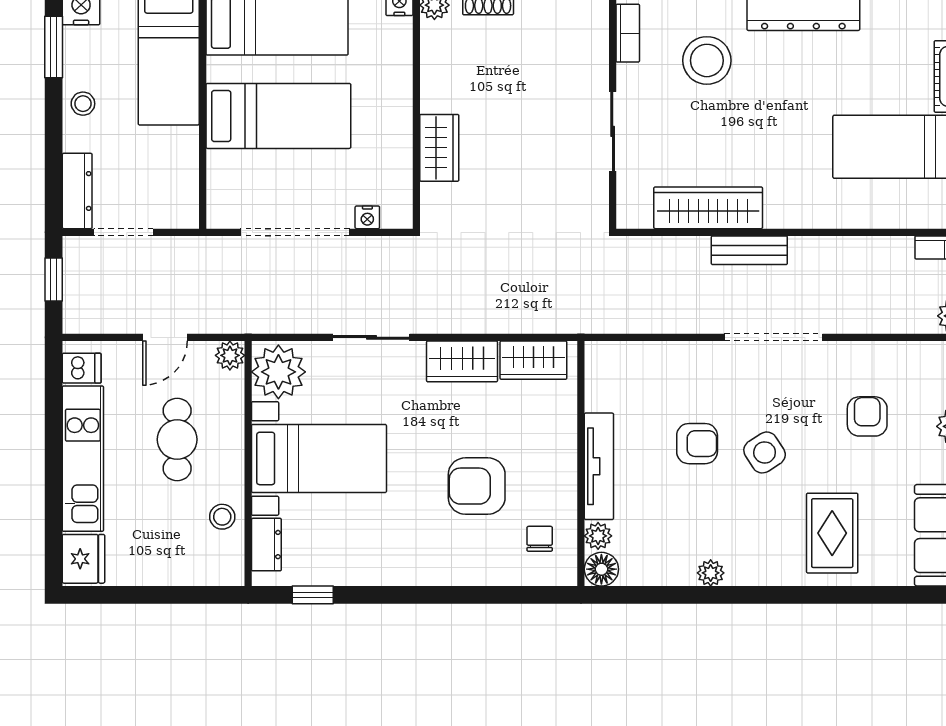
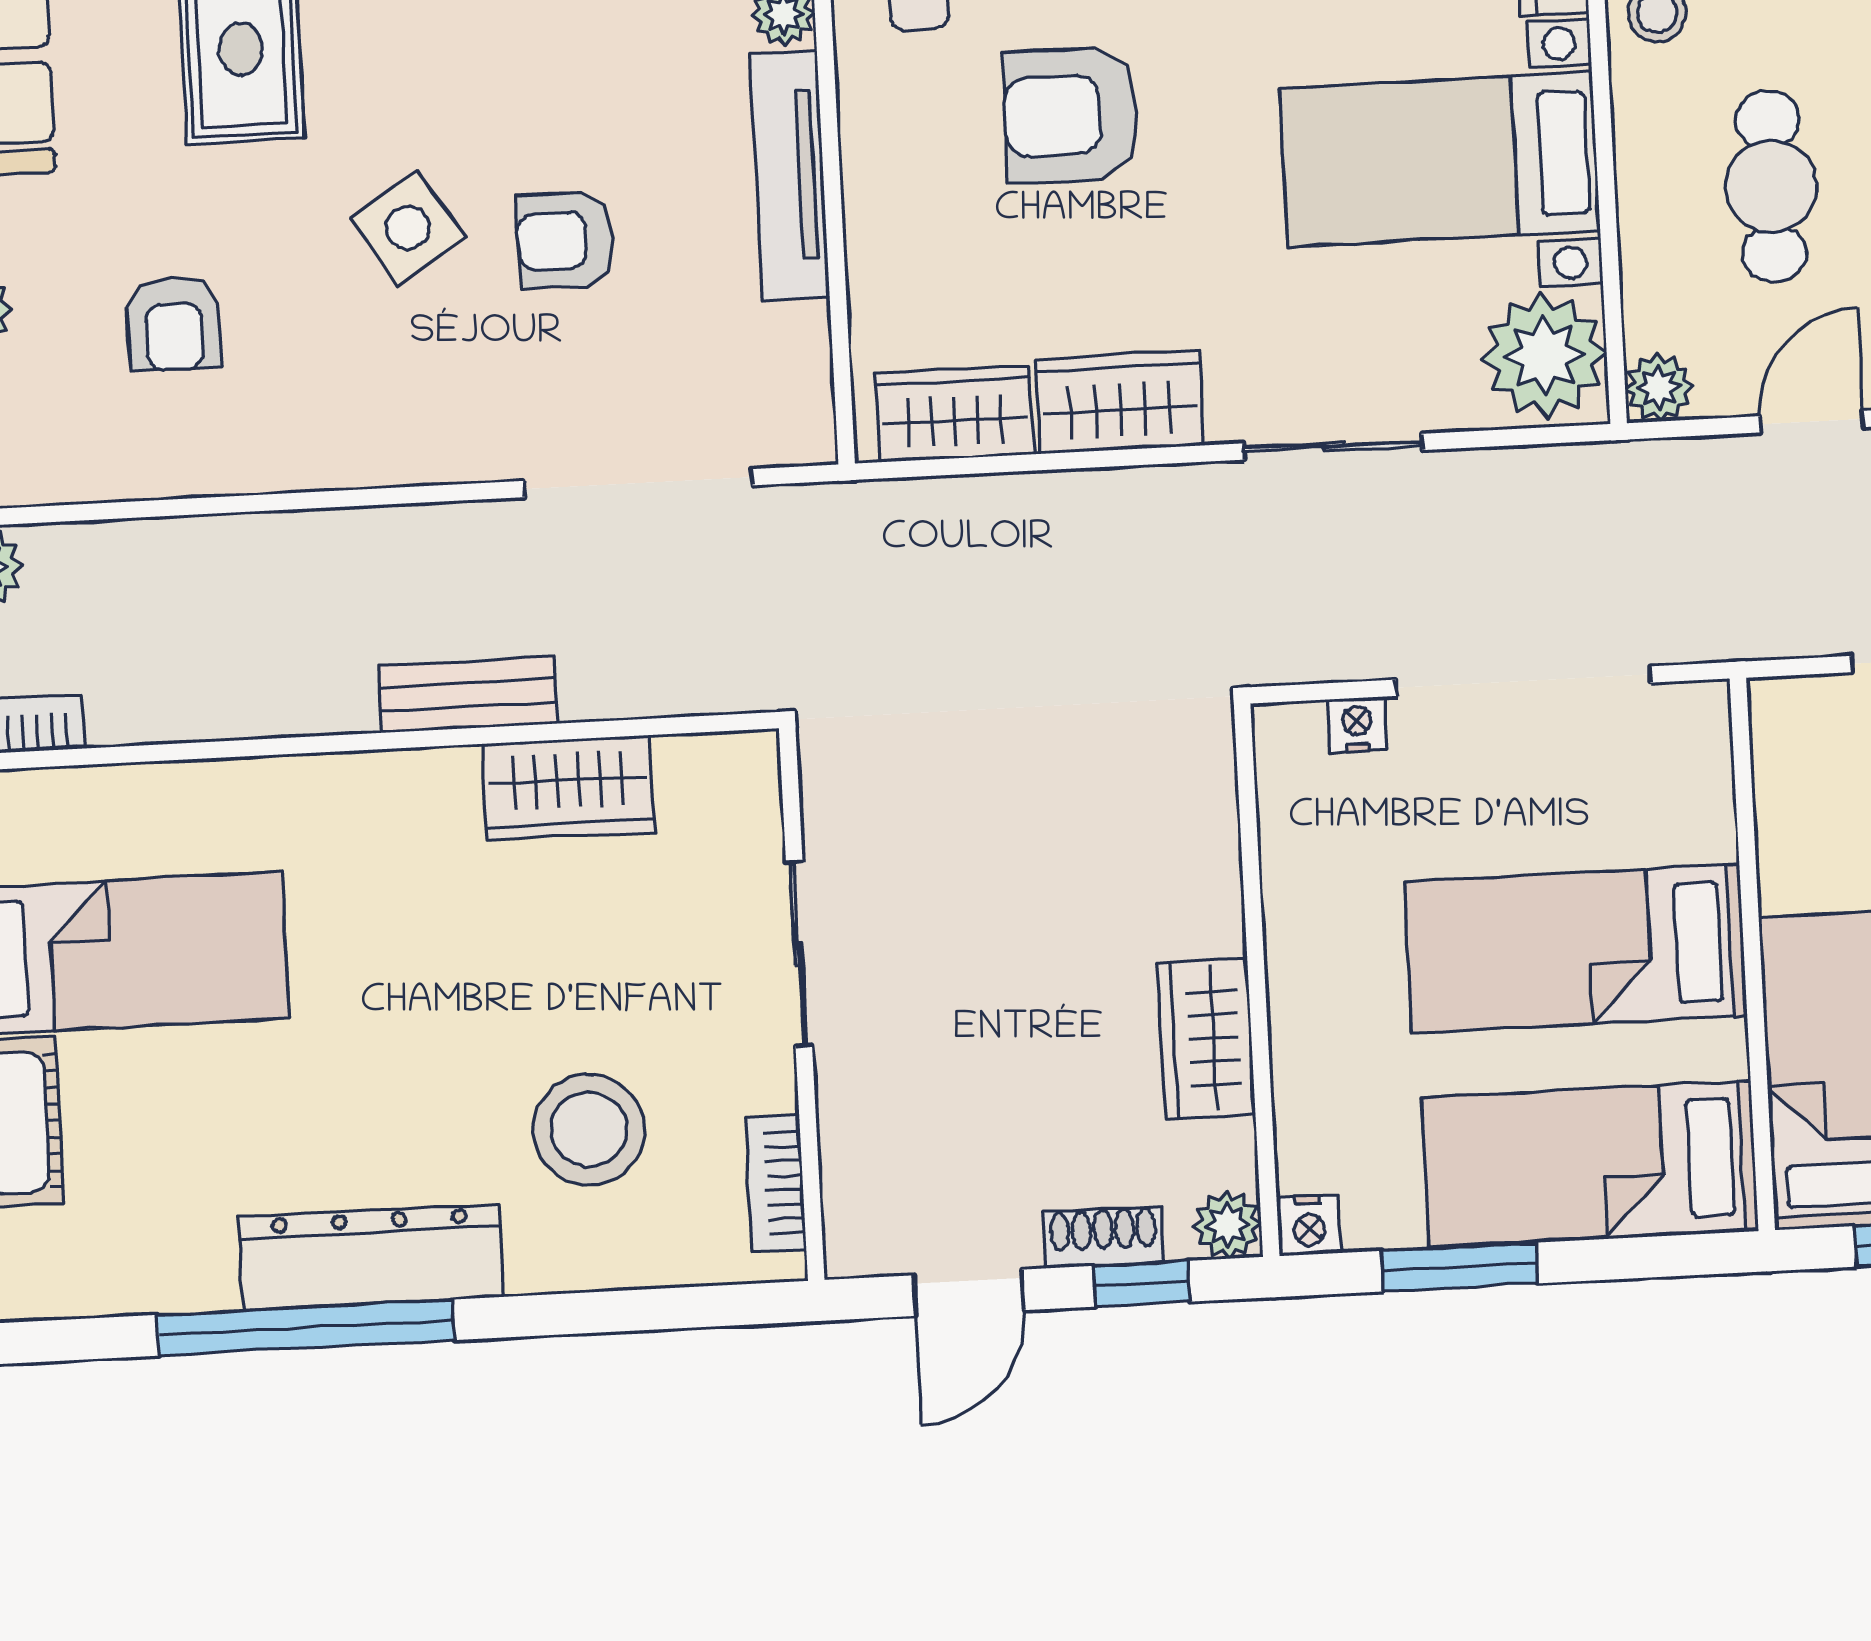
wardrobe: (439, 148) -> (1206, 1038), moved
wardrobe: (708, 208) -> (568, 788), width x0.67
doorway: (773, 337) -> (638, 483), moved
armchair: (477, 486) -> (1071, 115), turned 180

